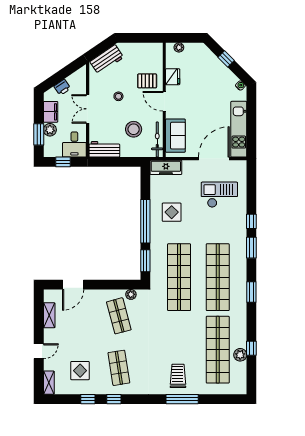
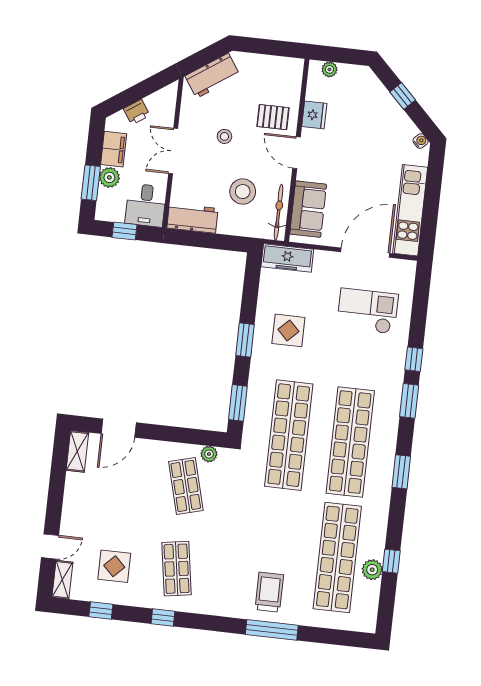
window: (145, 221) -> (245, 340), width x0.47
shelving: (49, 315) -> (77, 451), moved
door: (39, 351) -> (50, 546), moved
window: (88, 399) -> (101, 611), moved

